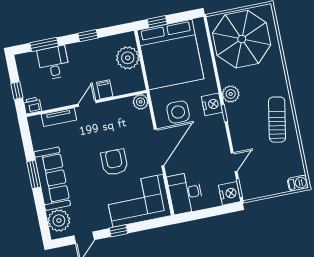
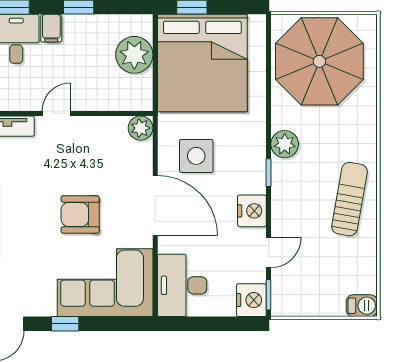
filing cabinet: (105, 89) -> (51, 28), moved, turned 180
nightstand: (212, 104) -> (252, 211), moved
door: (159, 147) -> (155, 205), hinge flipped
armchair: (114, 162) -> (80, 215), turned -90

